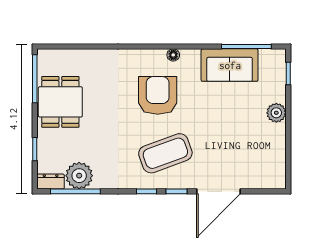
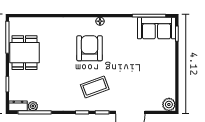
sofa: (230, 65) -> (156, 28), moved
plant: (276, 113) -> (169, 104), moved
coffee table: (165, 153) -> (95, 87), width x0.73, depth x0.76
plant: (79, 176) -> (33, 106), width x0.53, depth x0.53

